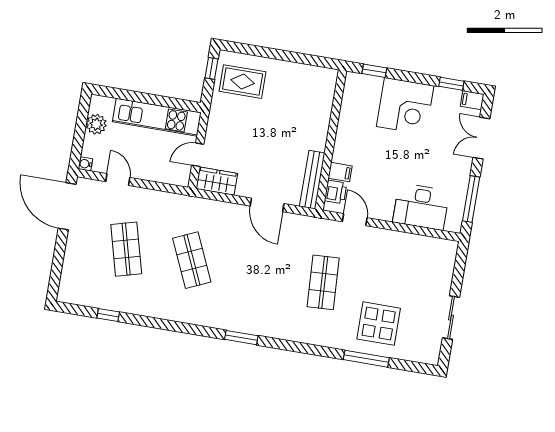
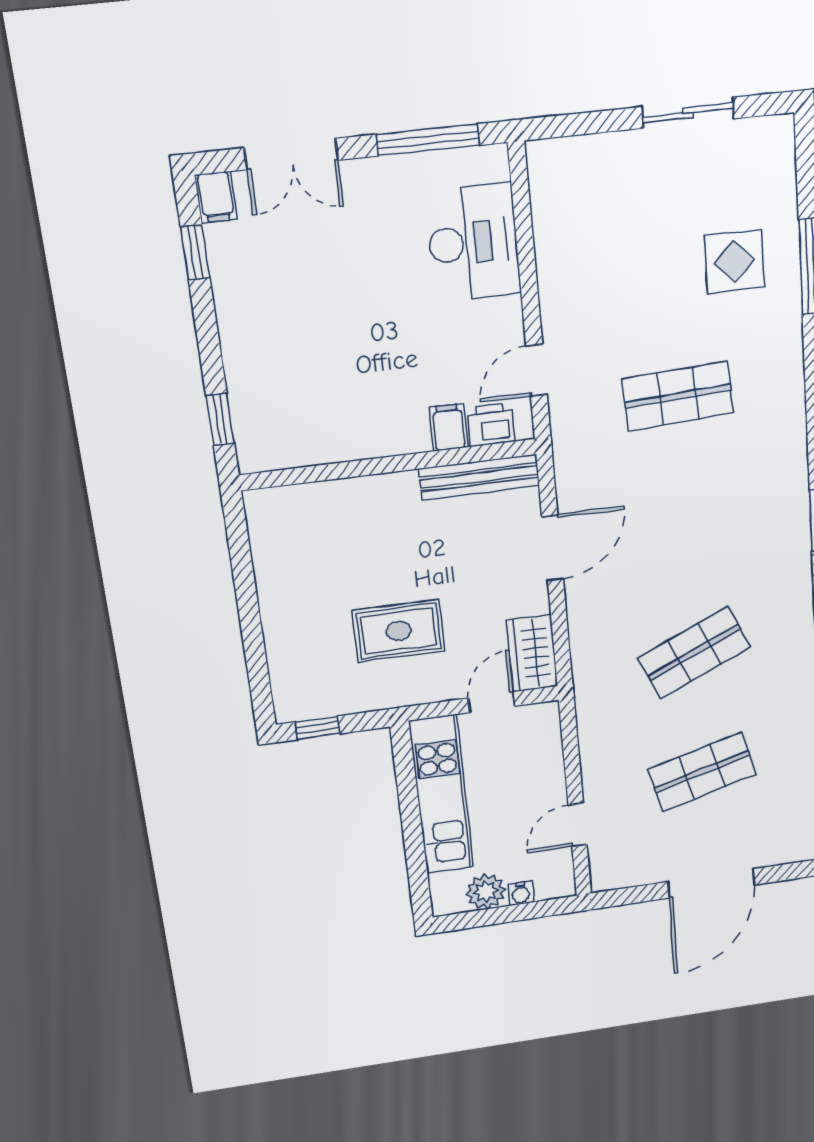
rug: (243, 82) -> (399, 631), moved, turned 90
corner desk: (405, 106) -> (273, 336), removed
door: (198, 155) -> (491, 702), swing flipped
water cooler: (85, 164) -> (521, 893), moved
door: (67, 206) -> (711, 883), moved
display table: (379, 324) -> (734, 262), width x0.73, depth x0.73

